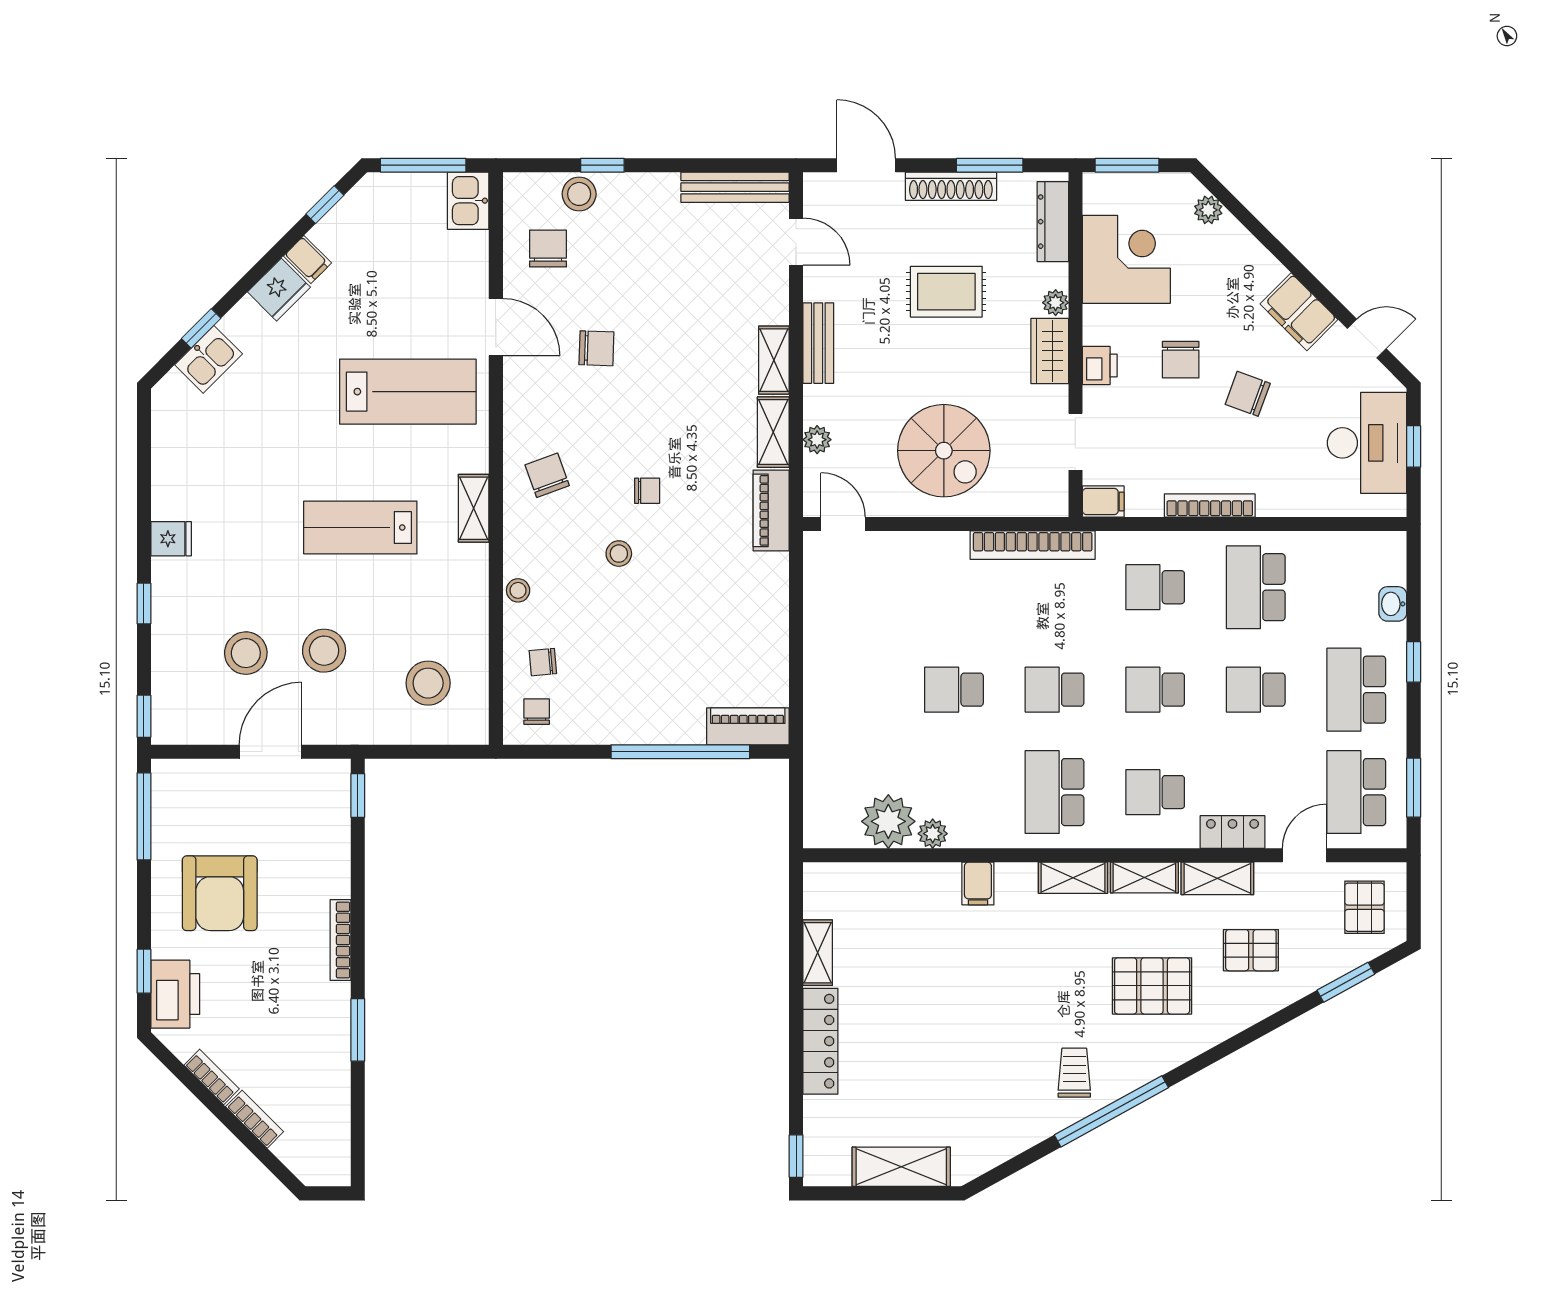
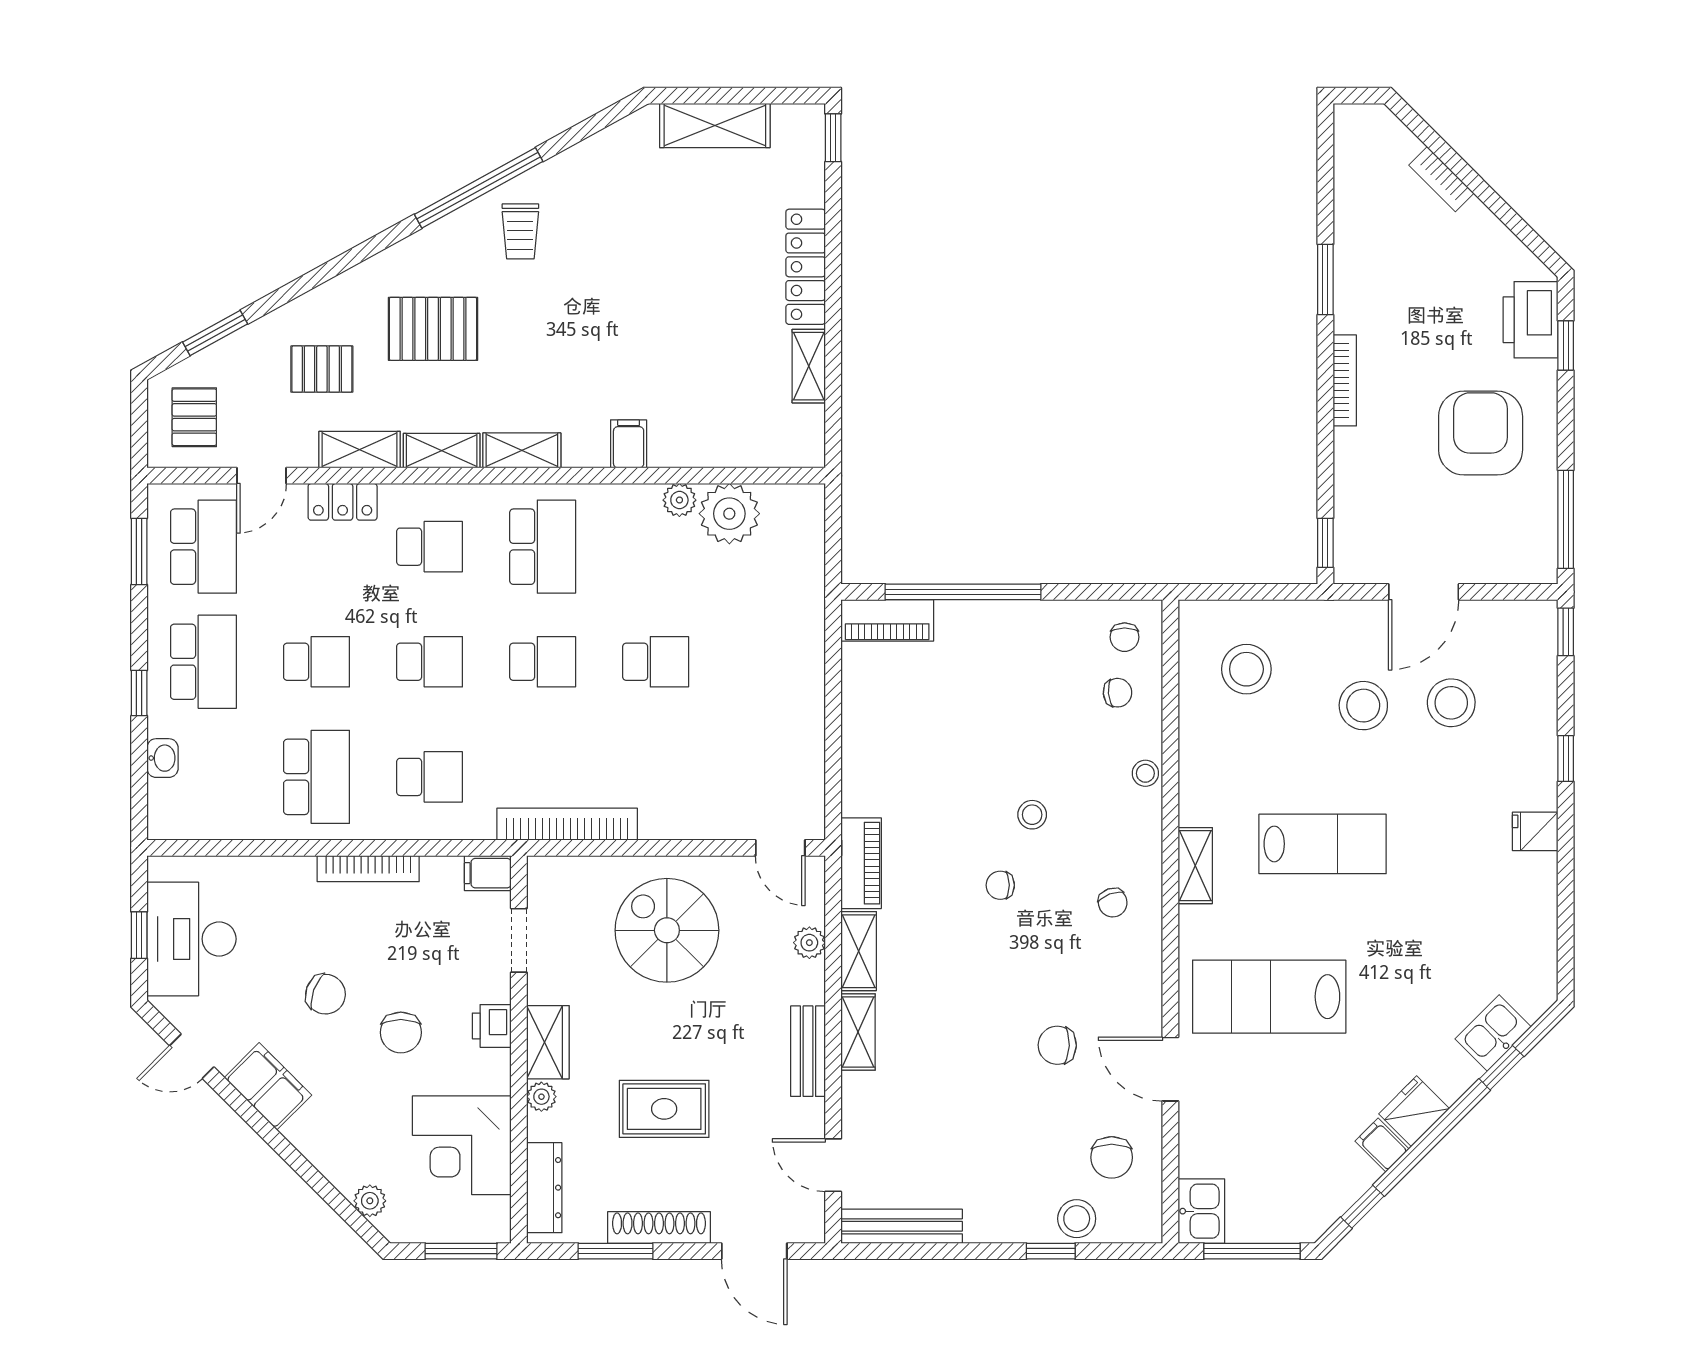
chair: (1181, 360) -> (401, 1032), turned 180
chair: (547, 475) -> (1113, 903), width x0.73, depth x0.73
bookcase: (212, 1077) -> (1490, 227), removed

